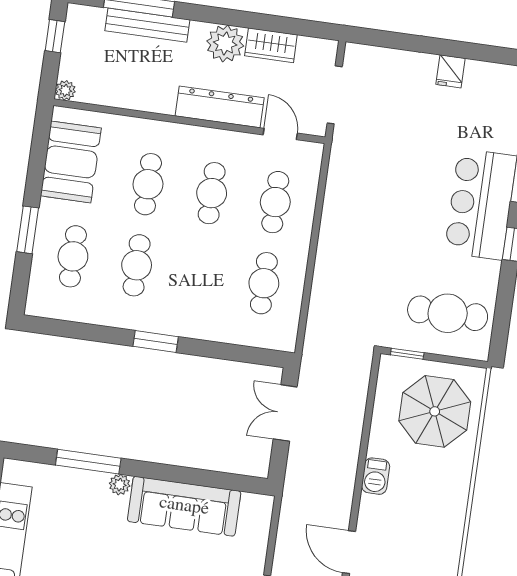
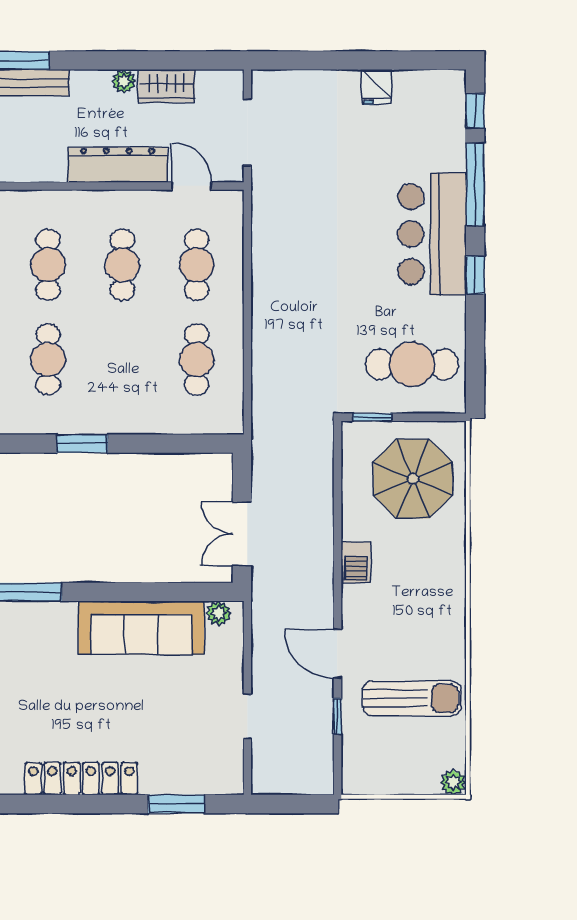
plant: (225, 43) -> (124, 81), width x0.53, depth x0.53
double door: (285, 413) -> (242, 534), moved
plant: (120, 485) -> (219, 613), moved

